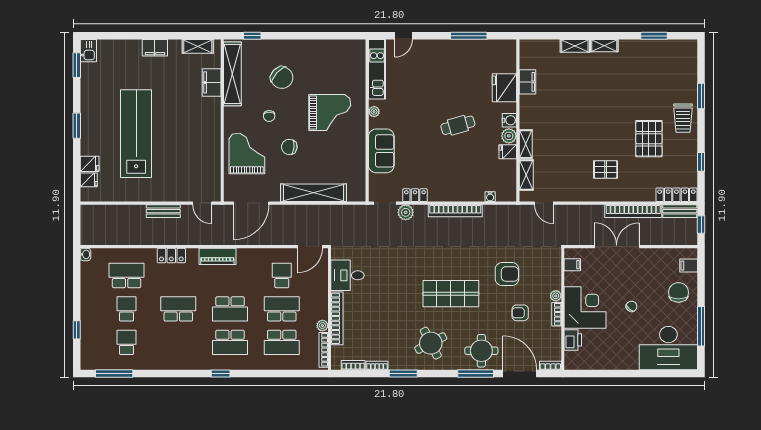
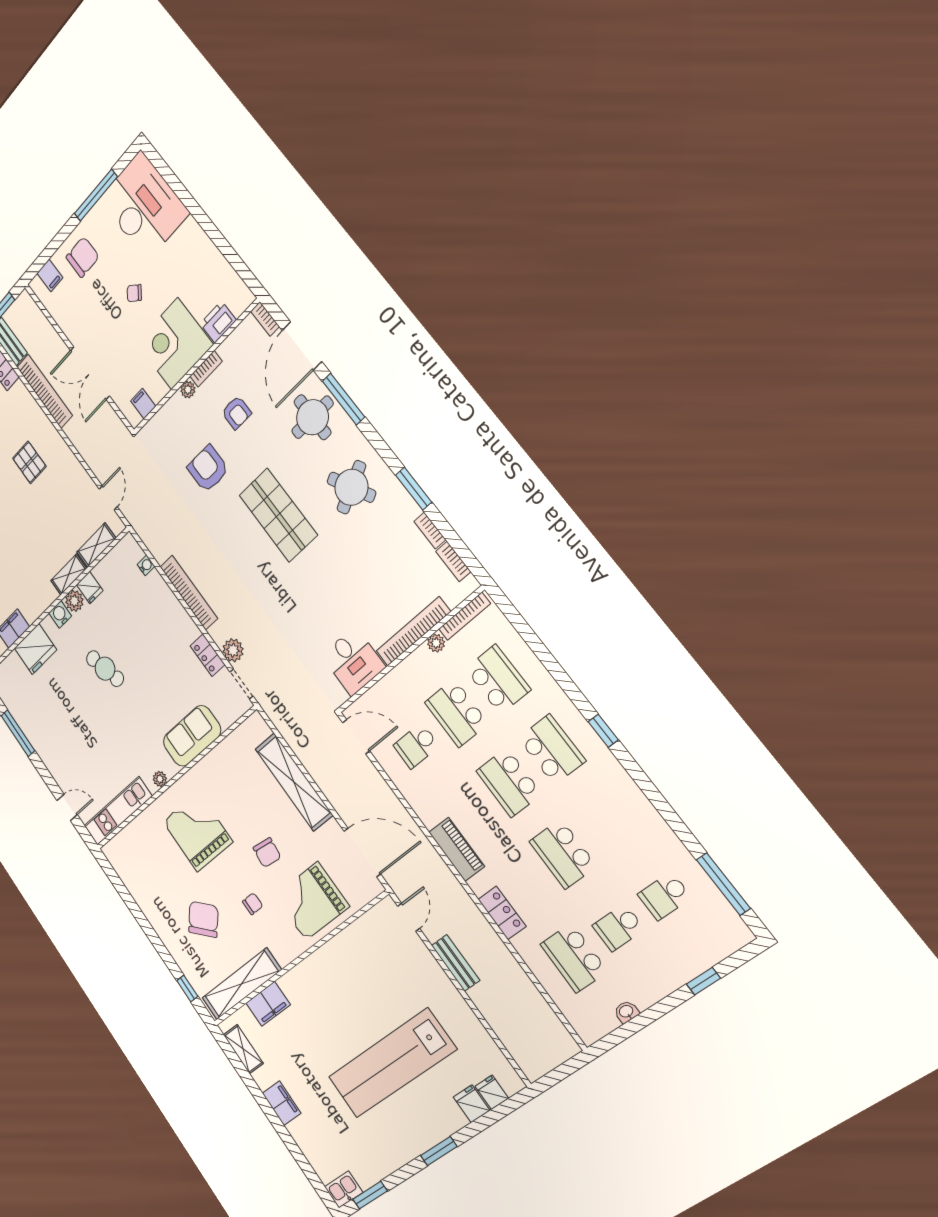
washbasin: (85, 254) -> (626, 1012), moved
chair: (679, 292) -> (83, 257), turned 180
school desk: (230, 309) -> (509, 782), turned 180

